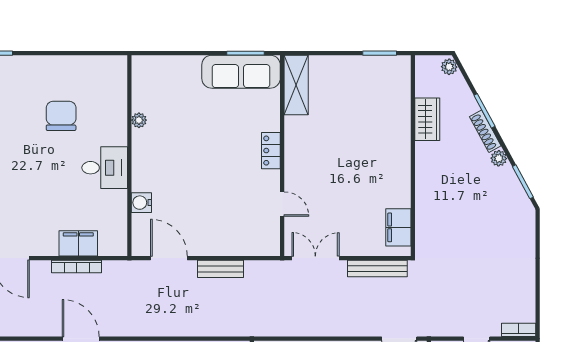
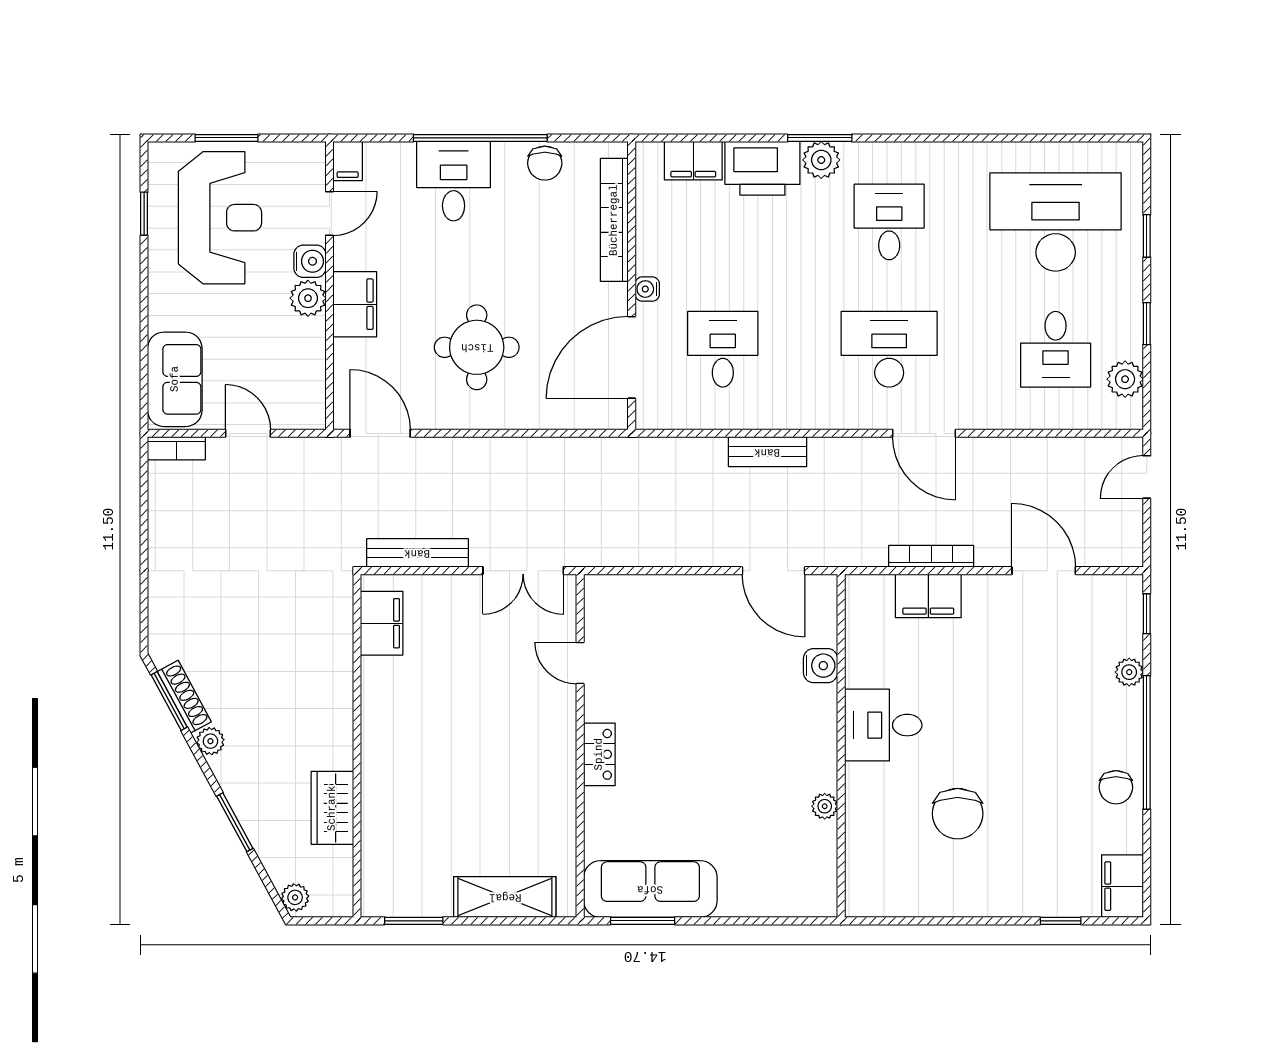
shelving: (296, 85) -> (505, 897), moved, turned 90
shoe rack: (485, 131) -> (184, 697), moved
bench: (221, 269) -> (767, 452), moved

